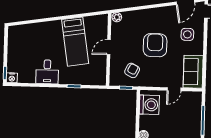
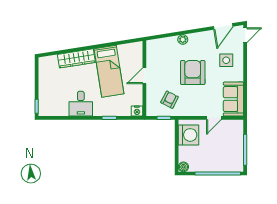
plant: (117, 17) -> (183, 40), moved
wardrobe: (44, 28) -> (76, 58), added
nightstand: (12, 78) -> (137, 111), moved

